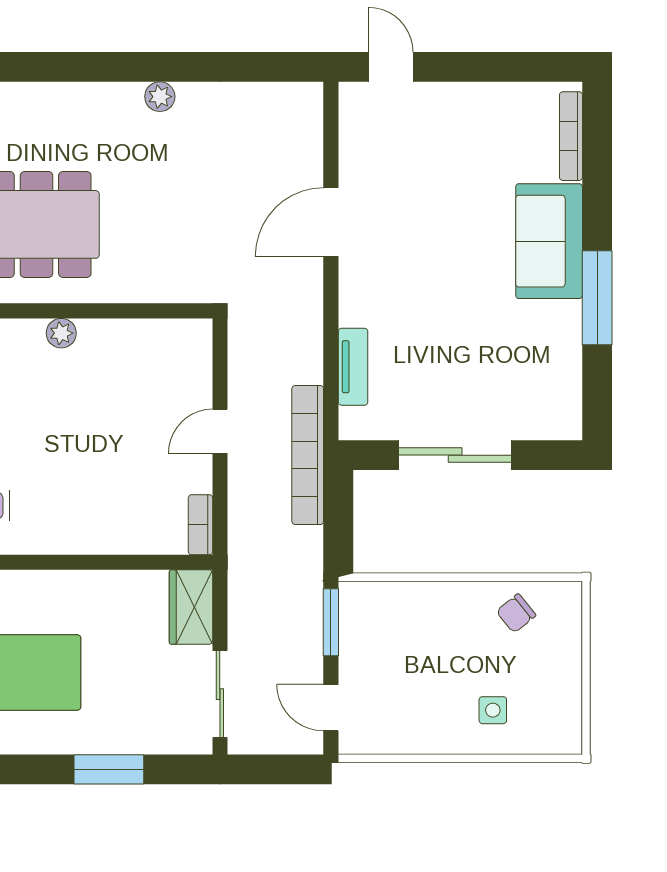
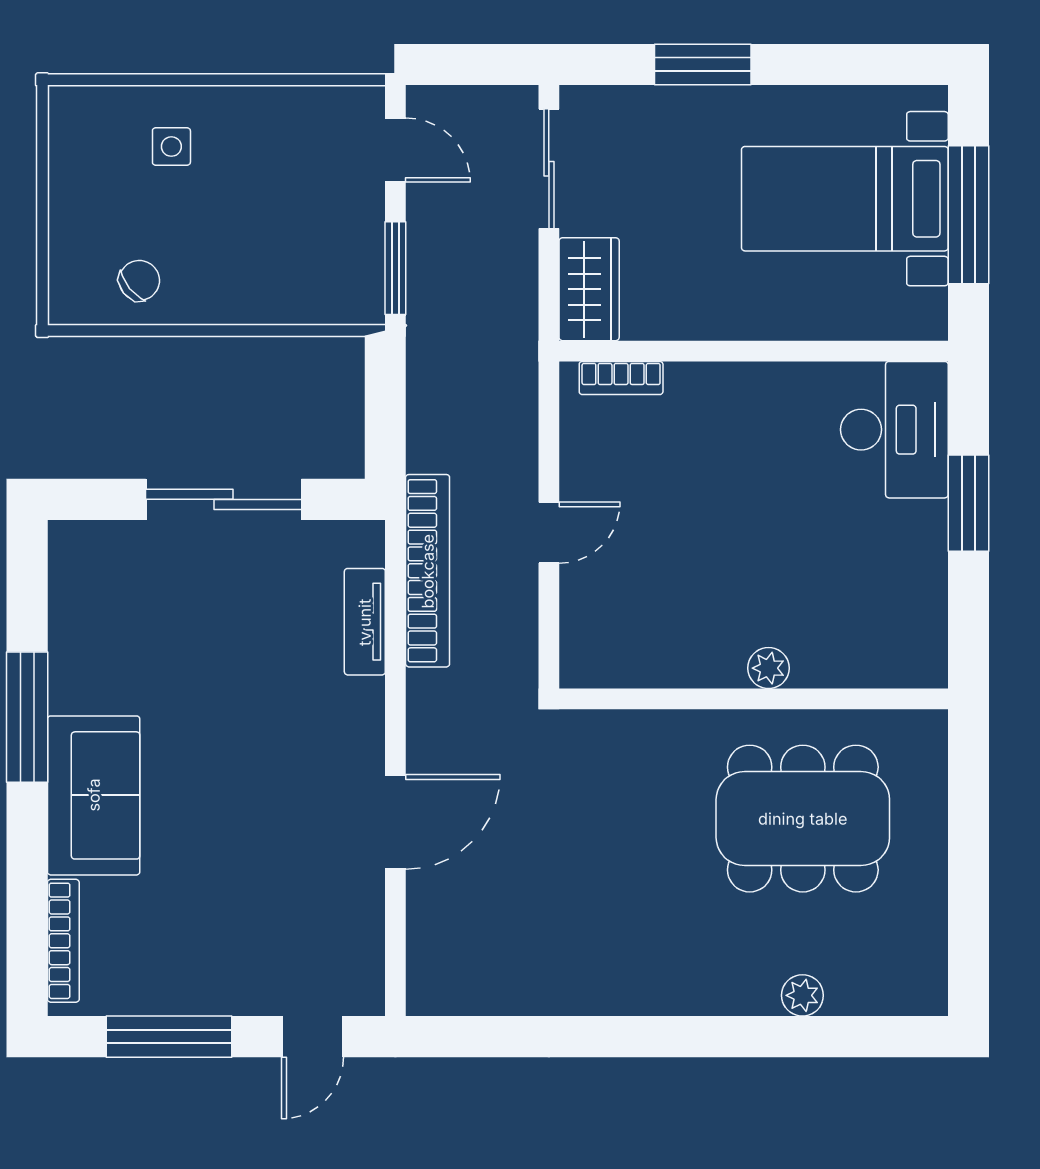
door: (391, 67) -> (313, 1037), hinge flipped
window: (495, 67) -> (169, 1037), added
plant: (160, 97) -> (802, 995), moved
bookcase: (308, 455) -> (428, 571), moved
bookcase: (200, 525) -> (621, 378), moved, turned 90

